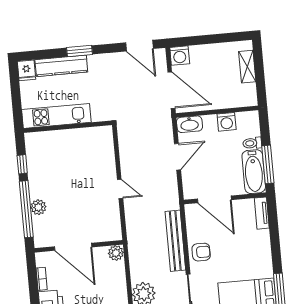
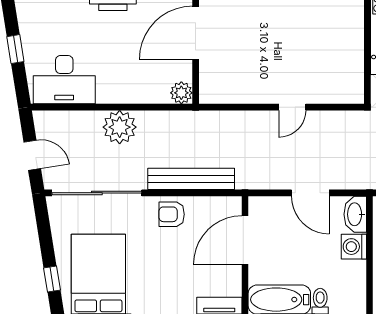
washing machine: (227, 122) -> (354, 247), moved
door: (120, 189) -> (292, 107), moved
armchair: (201, 252) -> (172, 214), turned 90

